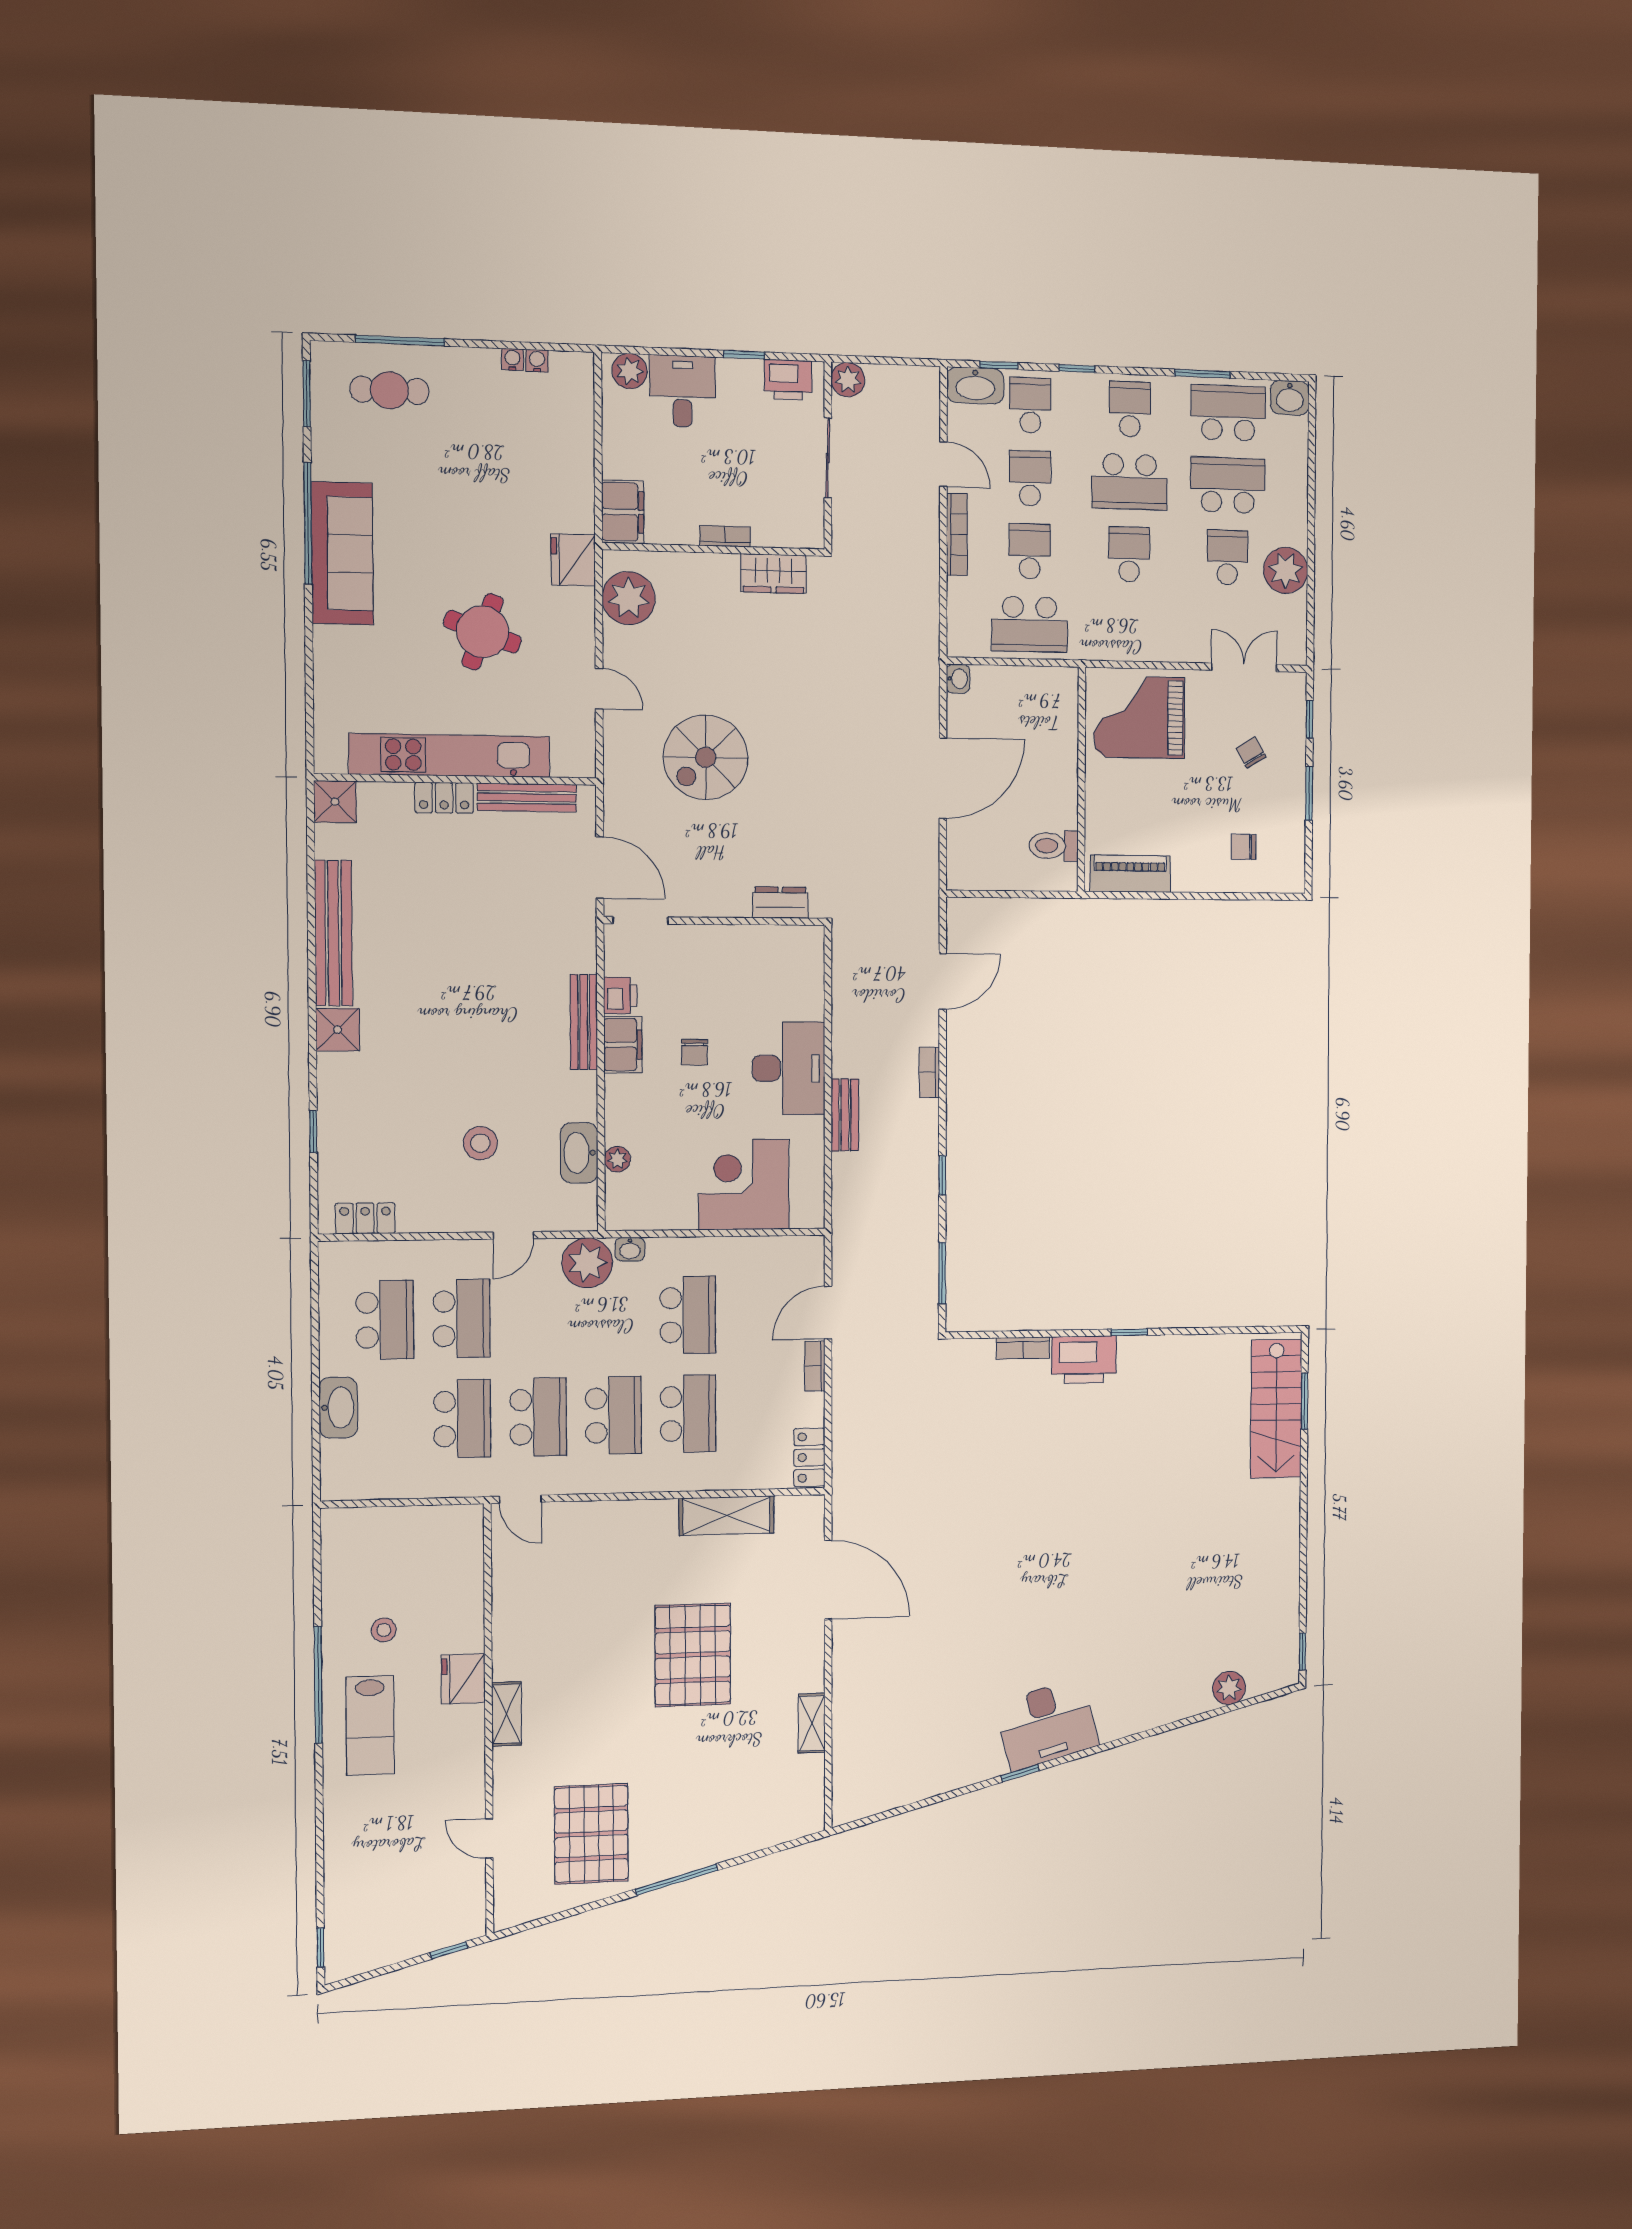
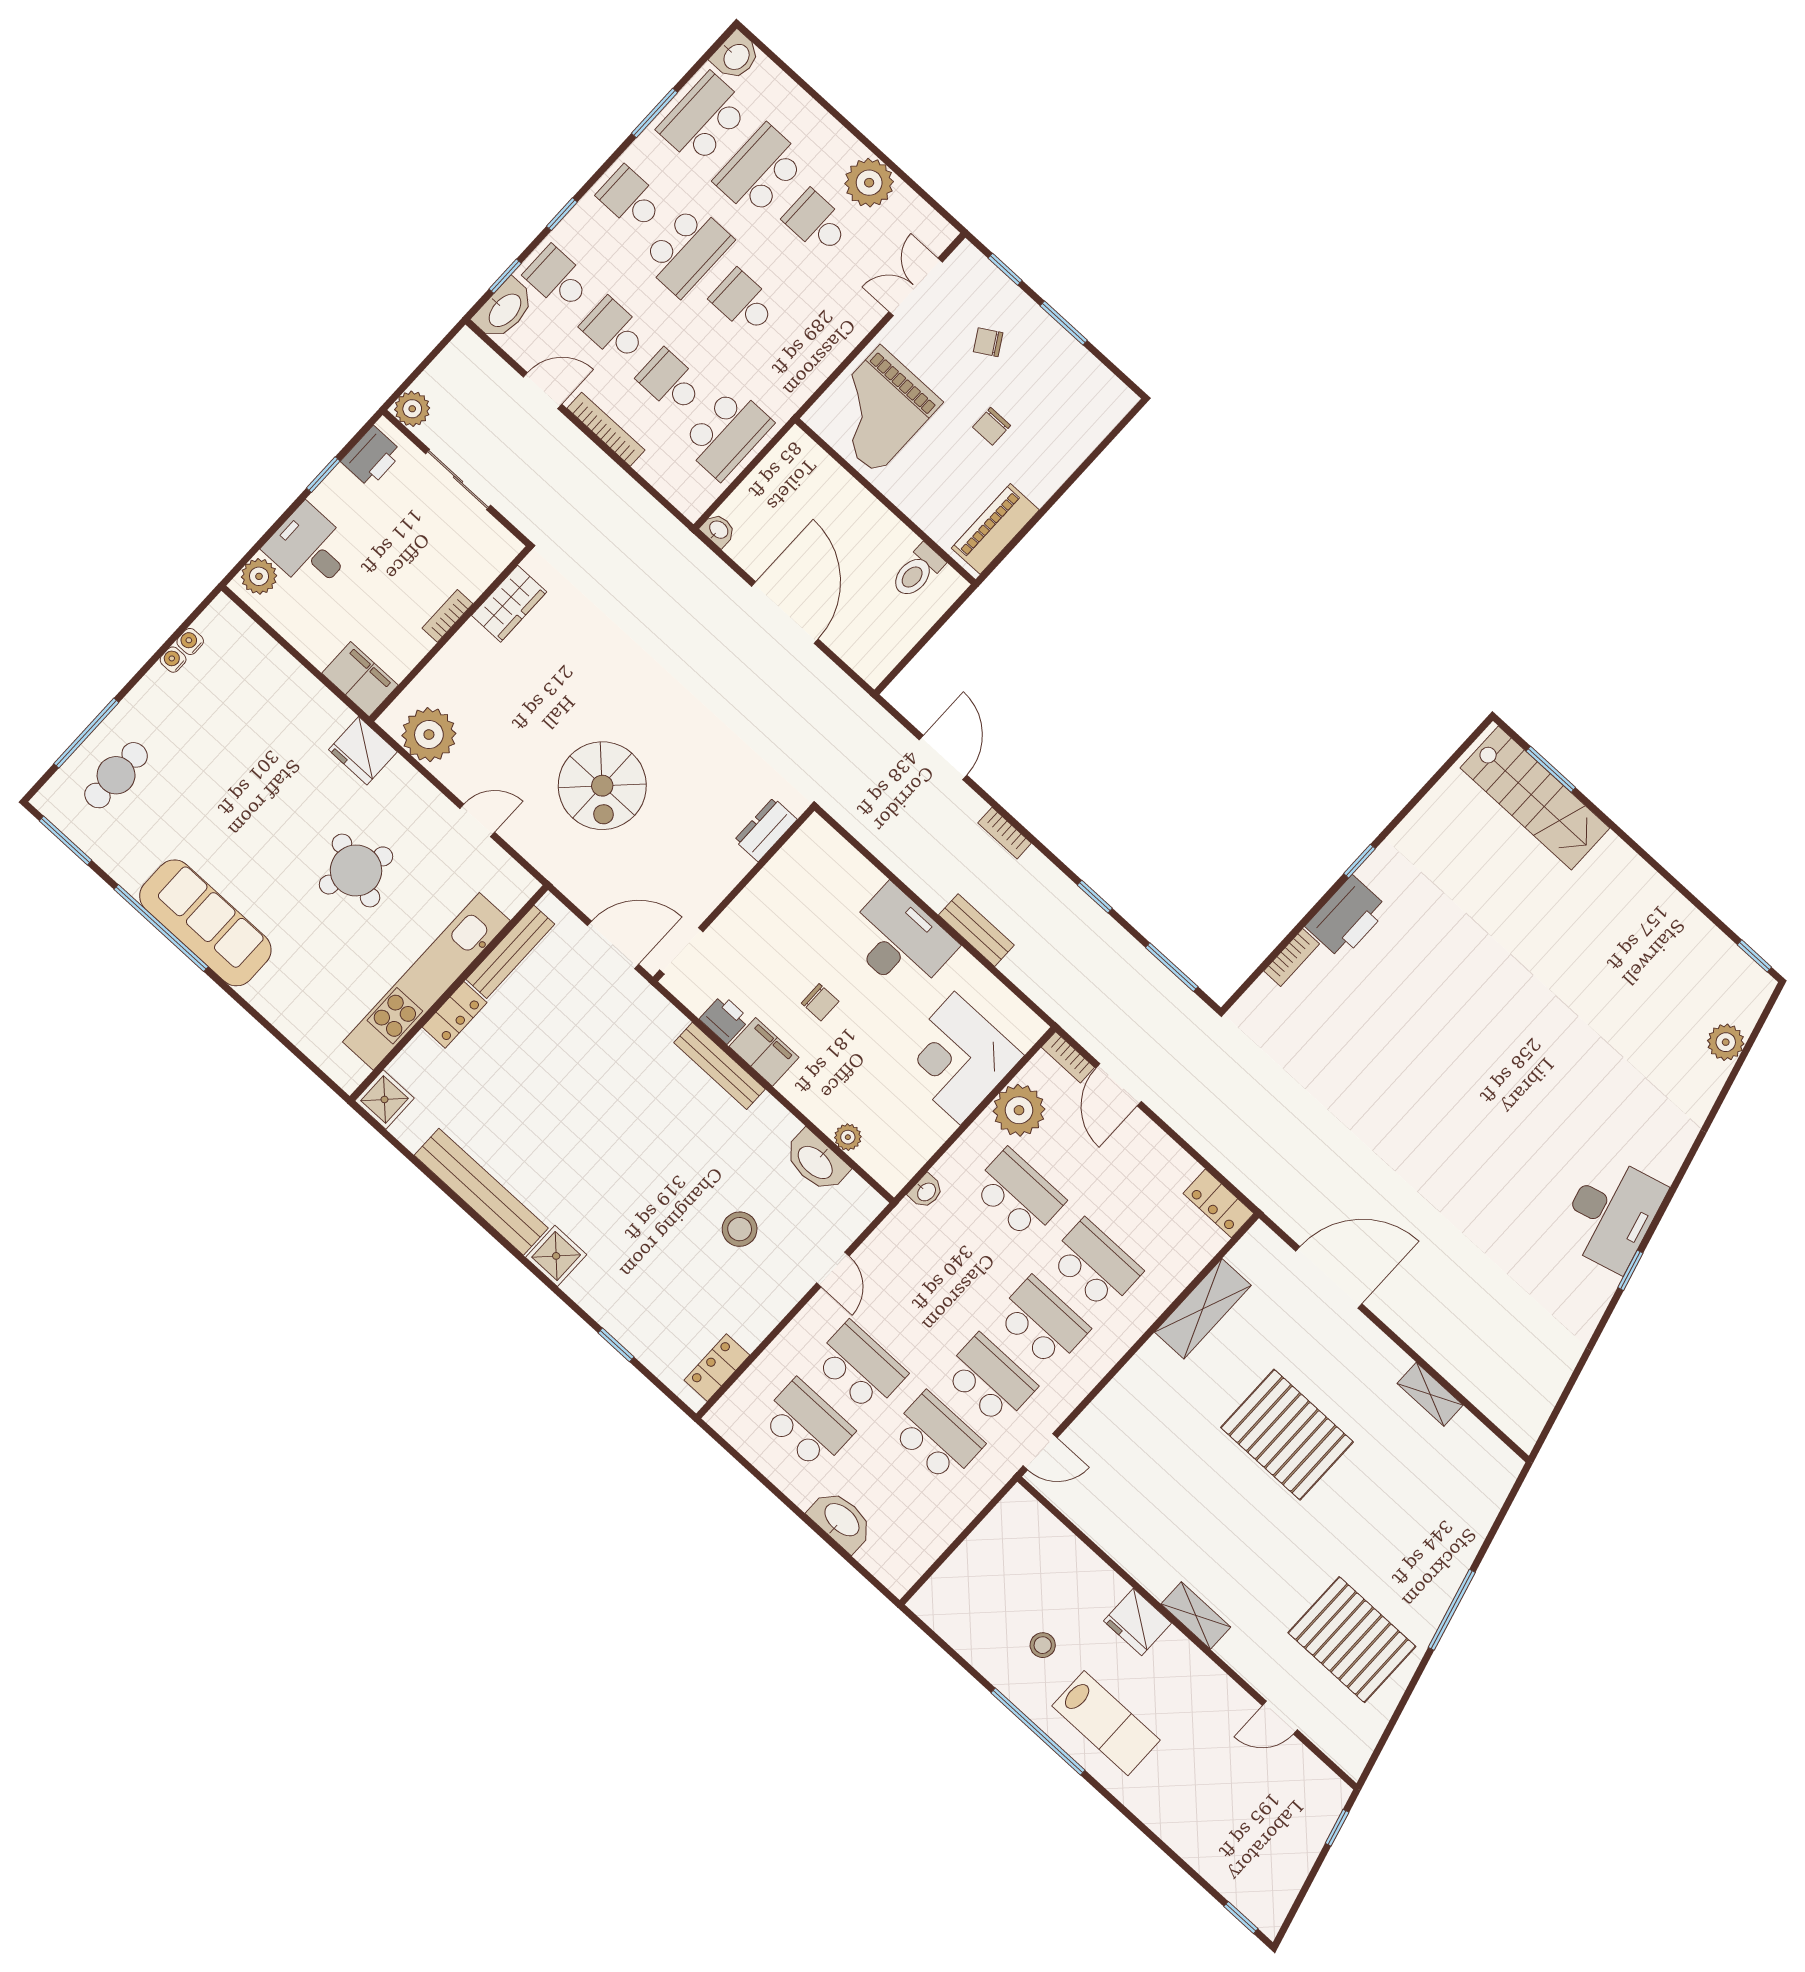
chair: (1243, 847) -> (992, 426), moved
plant: (587, 1263) -> (1019, 1110), moved
bookcase: (815, 1366) -> (1068, 1057), moved

